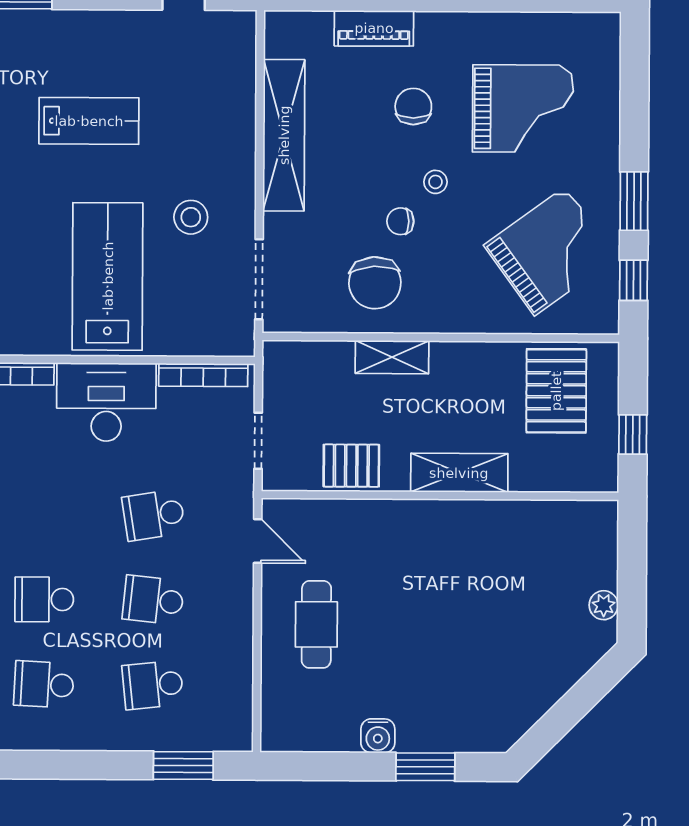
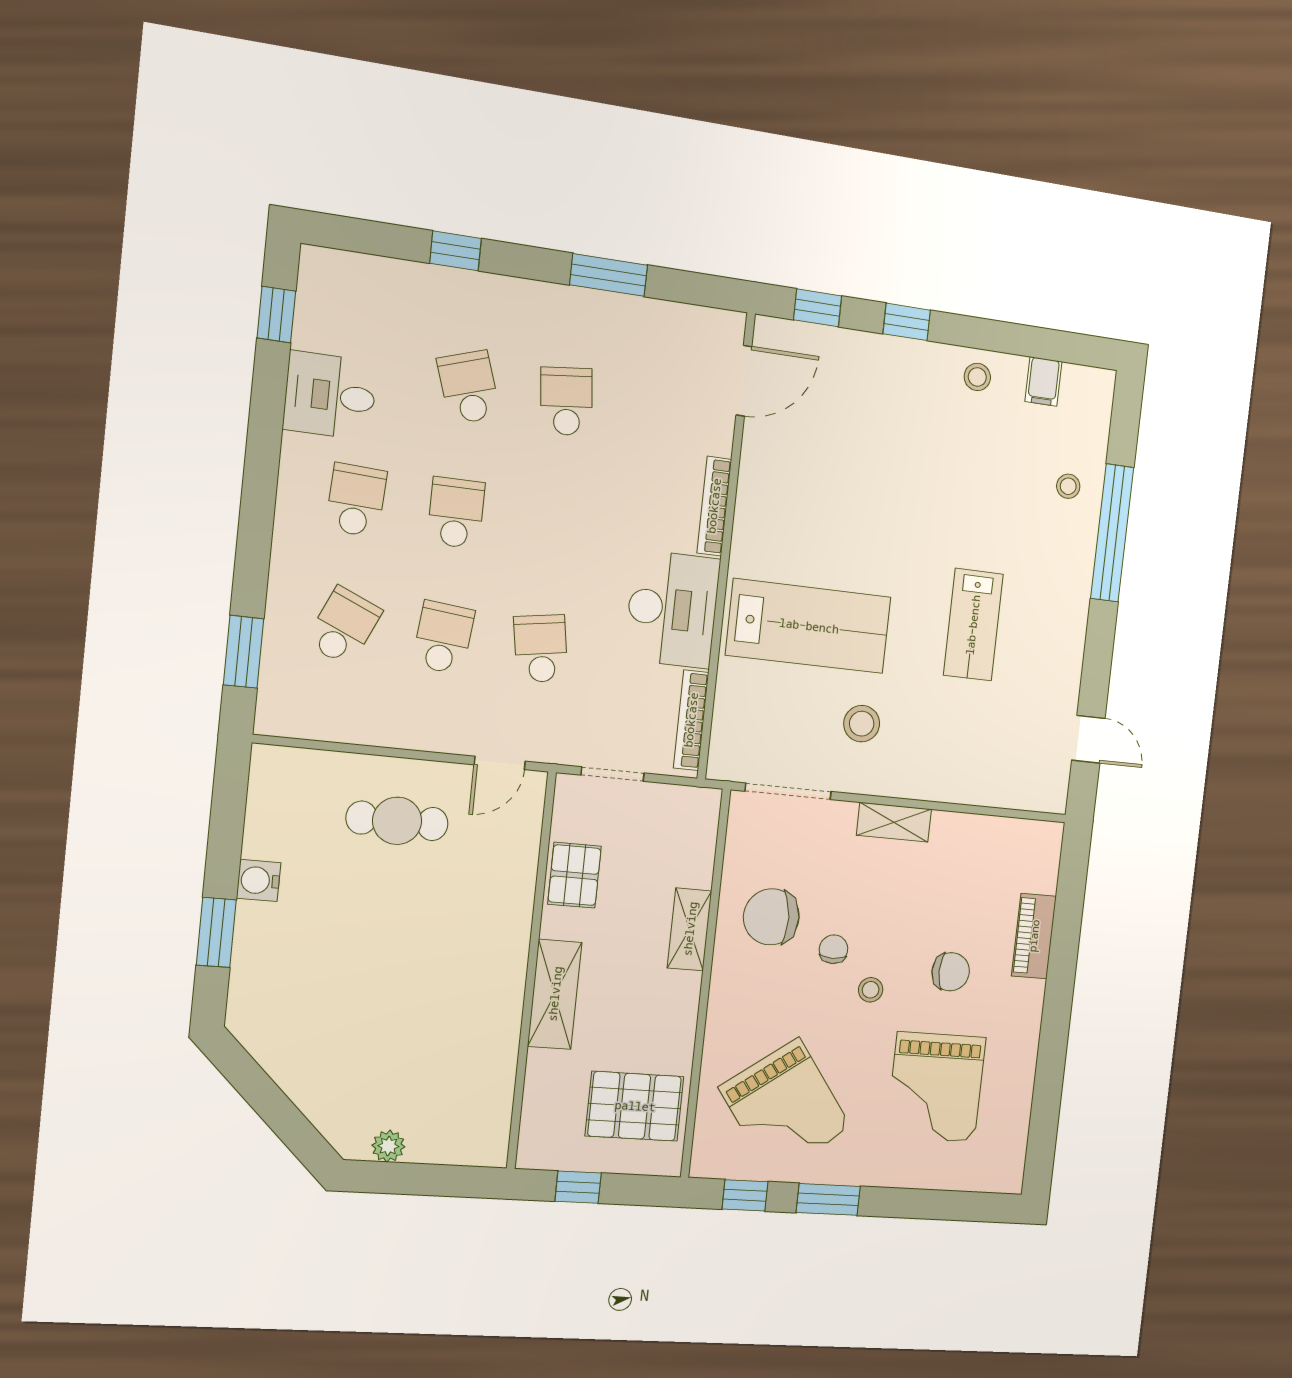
shelving: (284, 135) -> (894, 822), width x0.45, depth x0.75
school desk: (153, 685) -> (344, 626), turned 30

